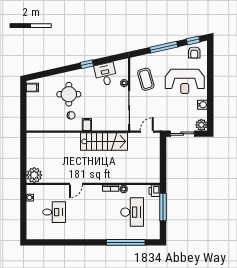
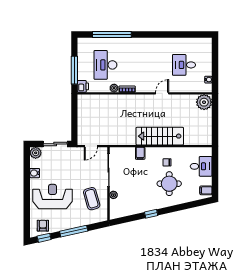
desk: (106, 74) -> (201, 166), moved, turned -77
filing cabinet: (87, 124) -> (140, 153), moved
stairs: (104, 141) -> (160, 136), moved

